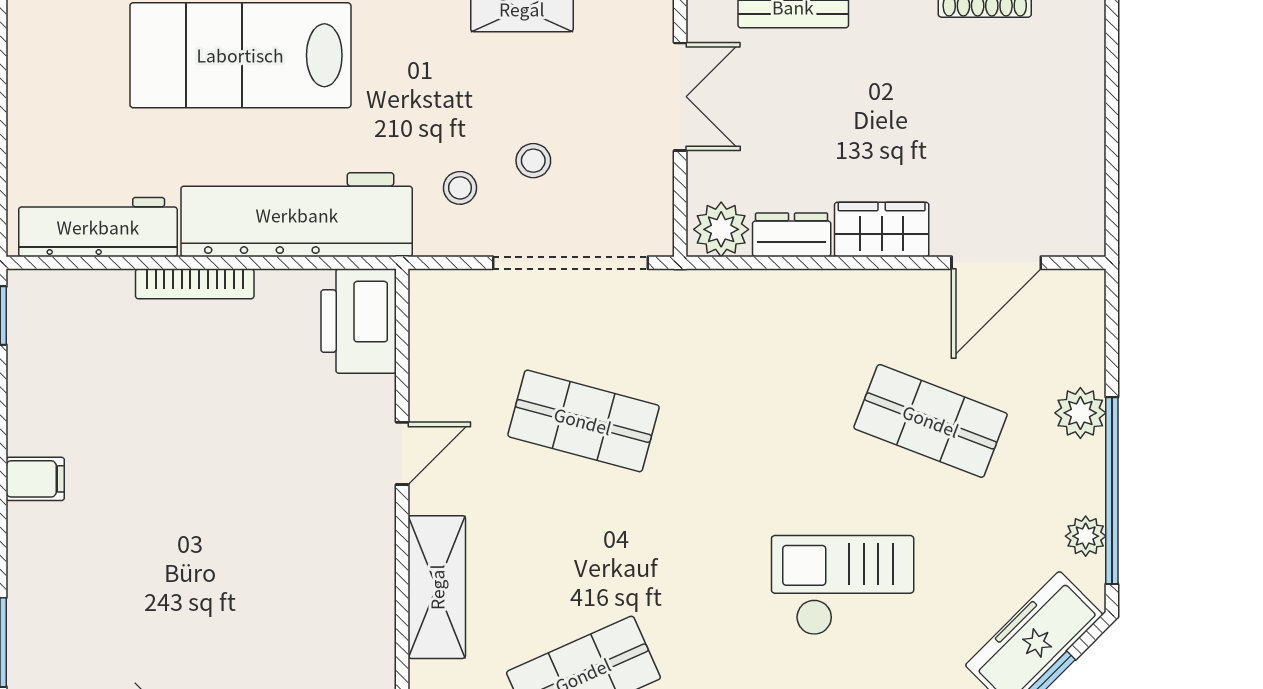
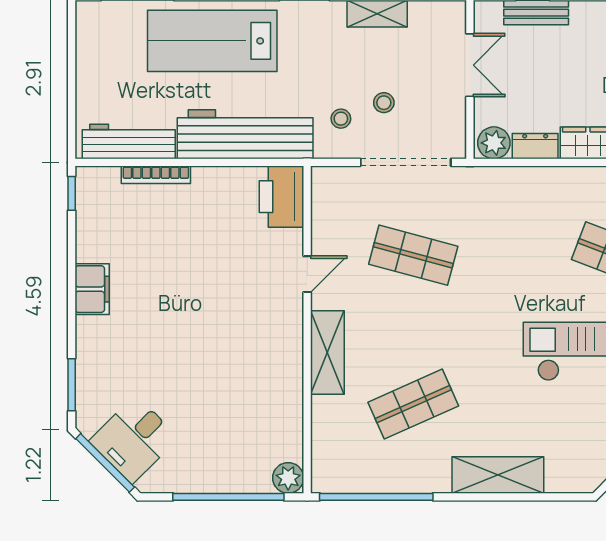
bookcase: (195, 284) -> (156, 175), moved
filing cabinet: (35, 479) -> (92, 289), width x2.00

